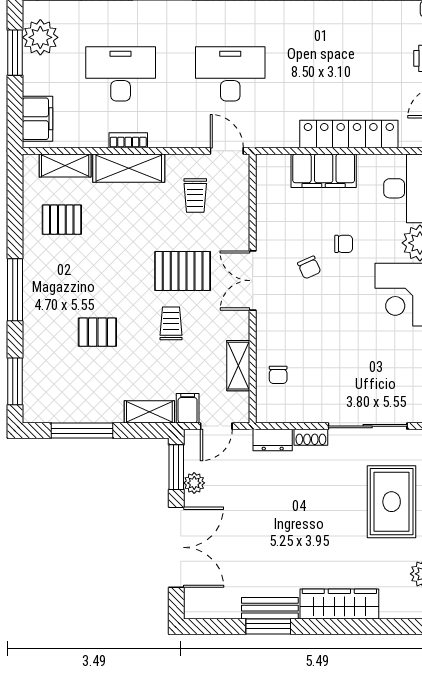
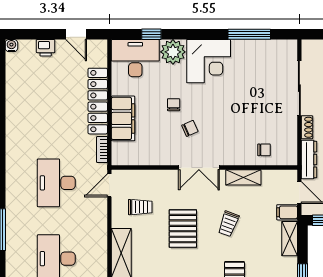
bookcase: (128, 140) -> (102, 149), moved
pallet: (183, 271) -> (183, 229), moved
trolley: (171, 323) -> (228, 224), turned -70
shelving: (238, 366) -> (243, 177), moved
dresser: (273, 440) -> (309, 159), width x1.44

